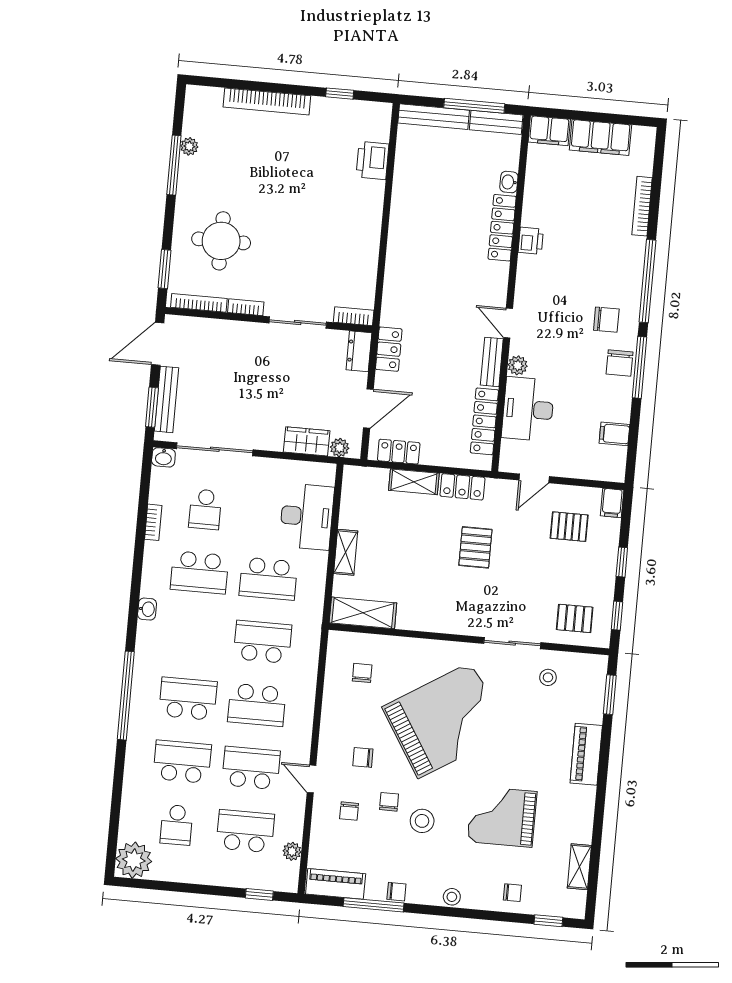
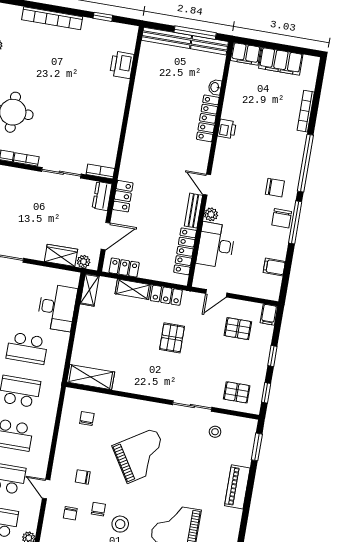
shelving: (346, 552) -> (90, 290), moved
grand piano: (445, 720) -> (141, 456), width x0.73, depth x0.68

